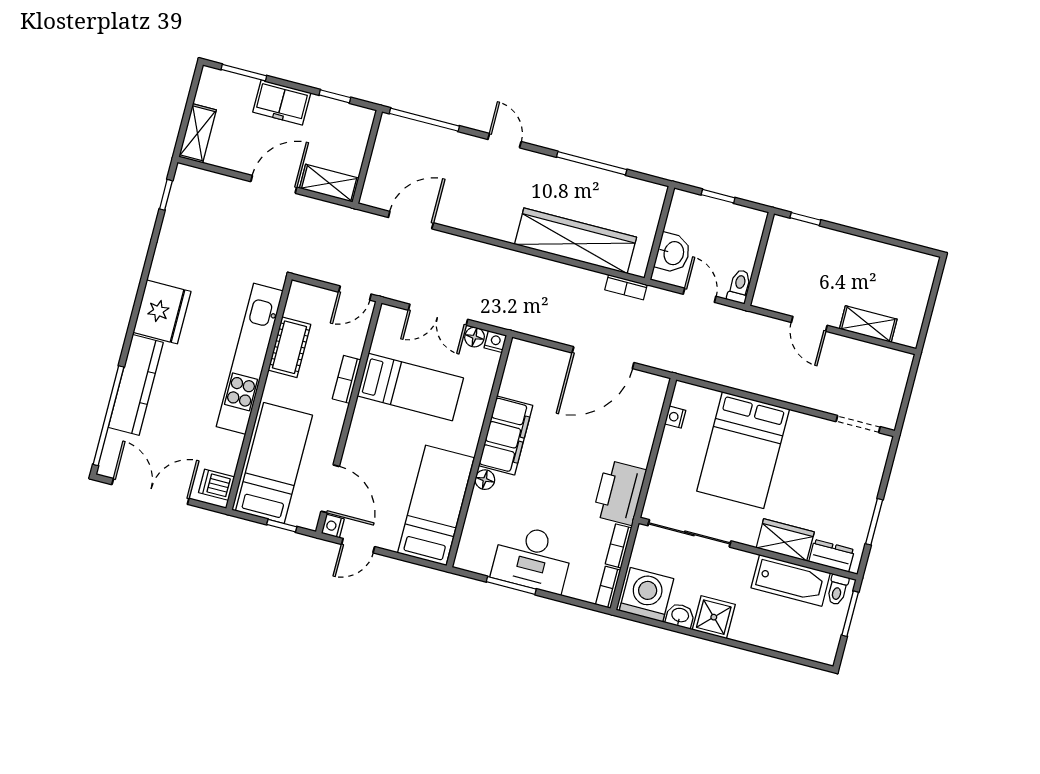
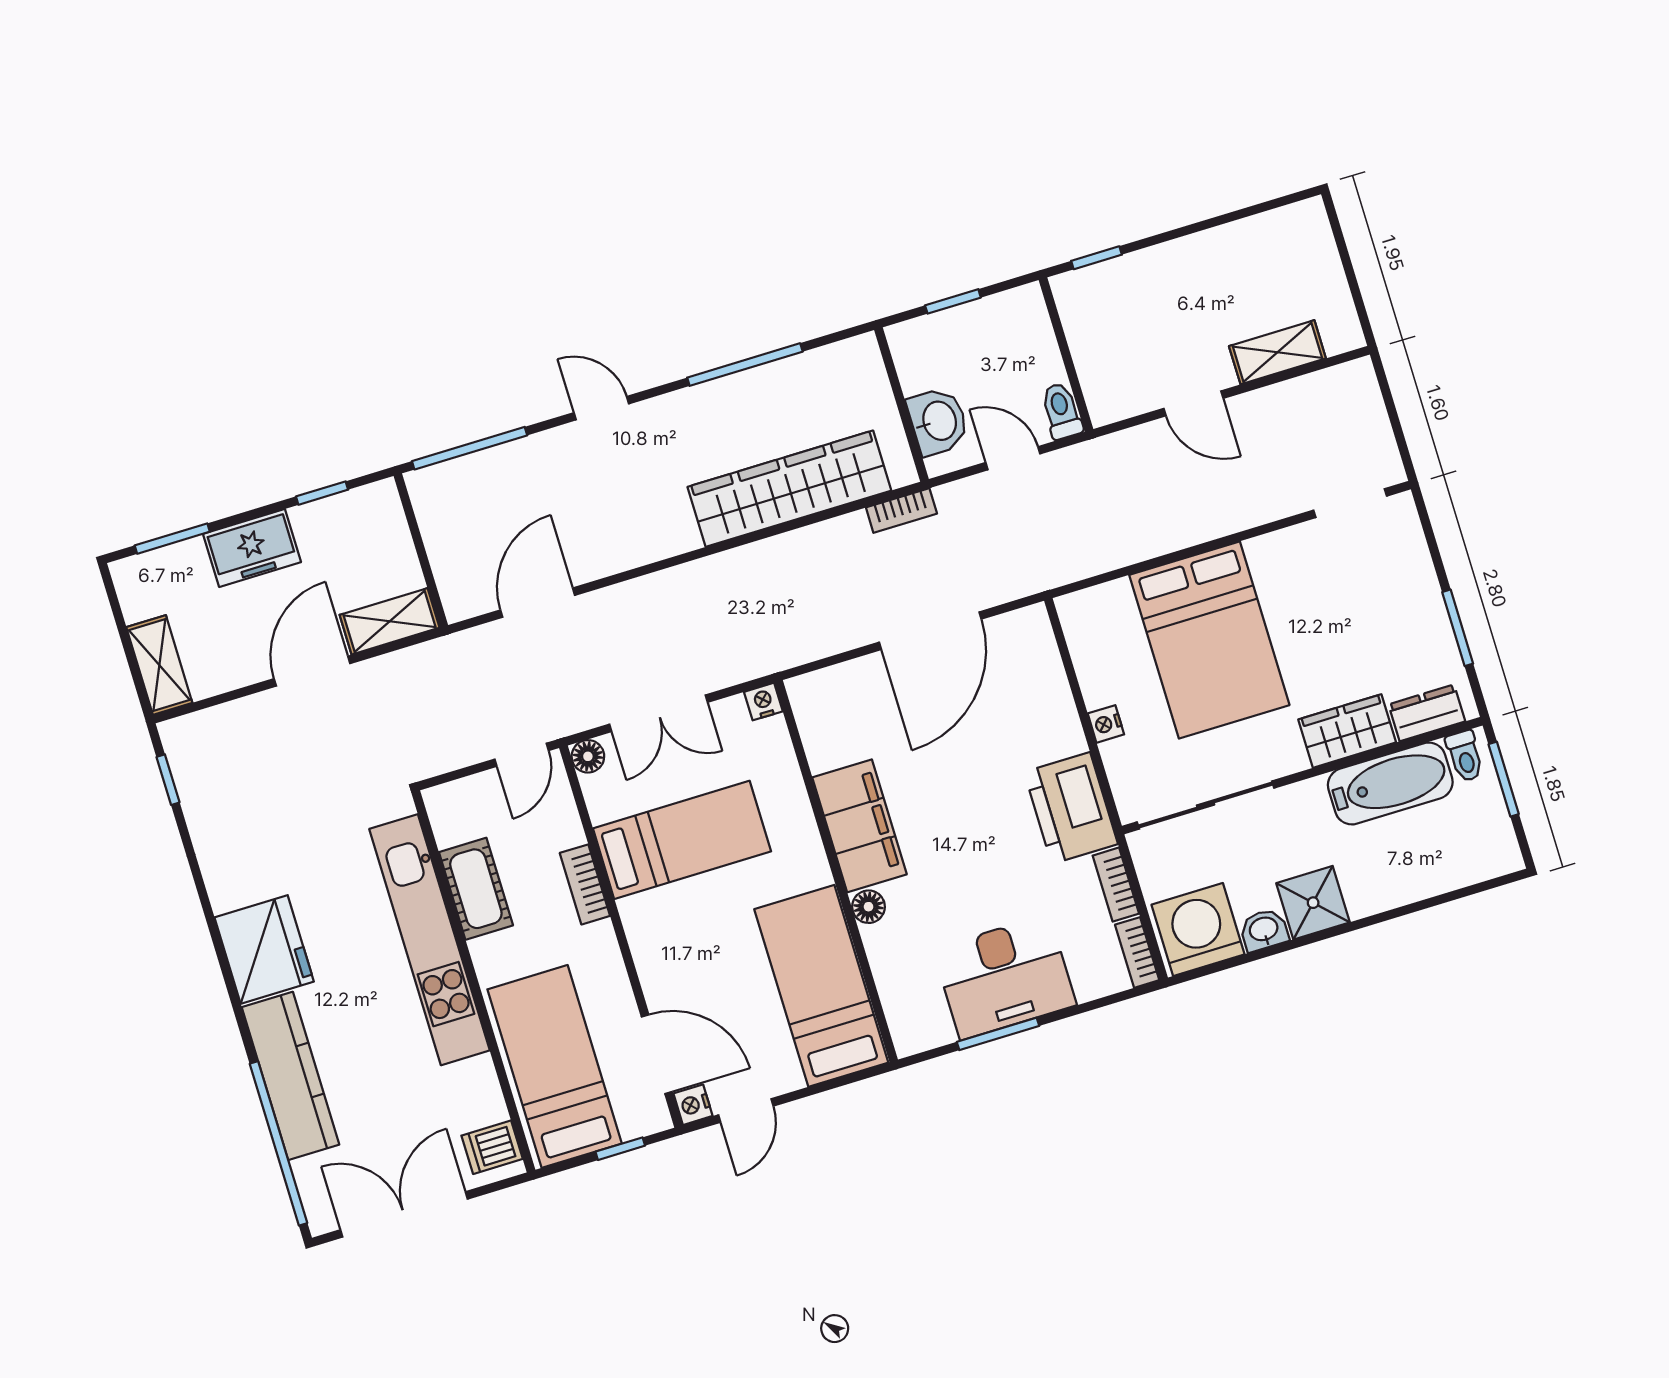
floor lamp: (474, 337) -> (588, 756), moved
nightstand: (675, 417) -> (1106, 724), moved

